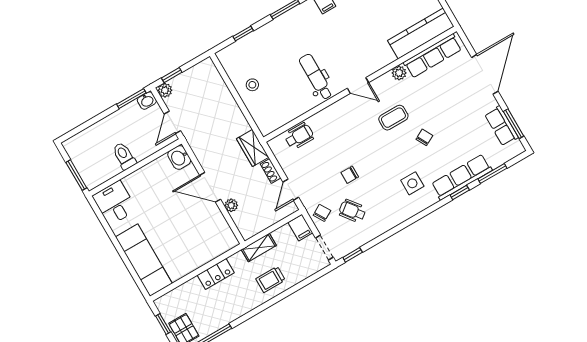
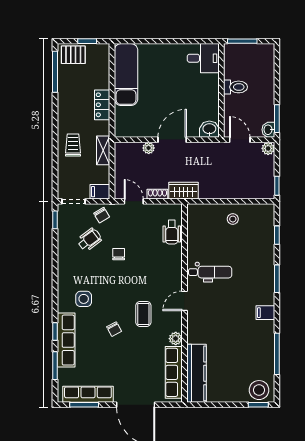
window: (172, 75) -> (277, 186), moved
row of seats: (501, 126) -> (88, 394), width x1.48
exam couch: (144, 260) -> (126, 75), moved, turned -90

